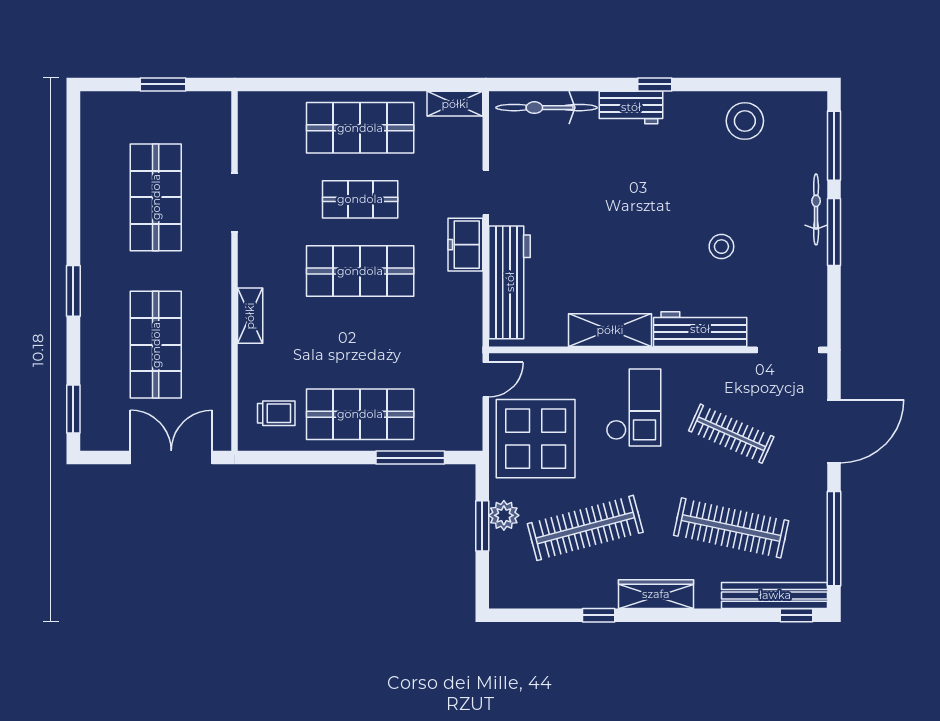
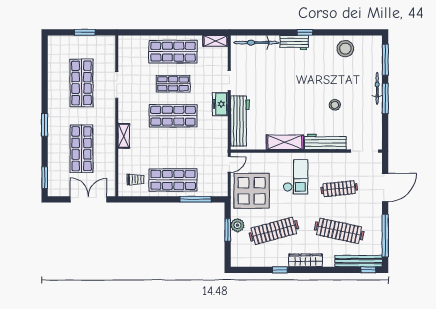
clothes rail: (731, 434) -> (339, 189), turned -30

